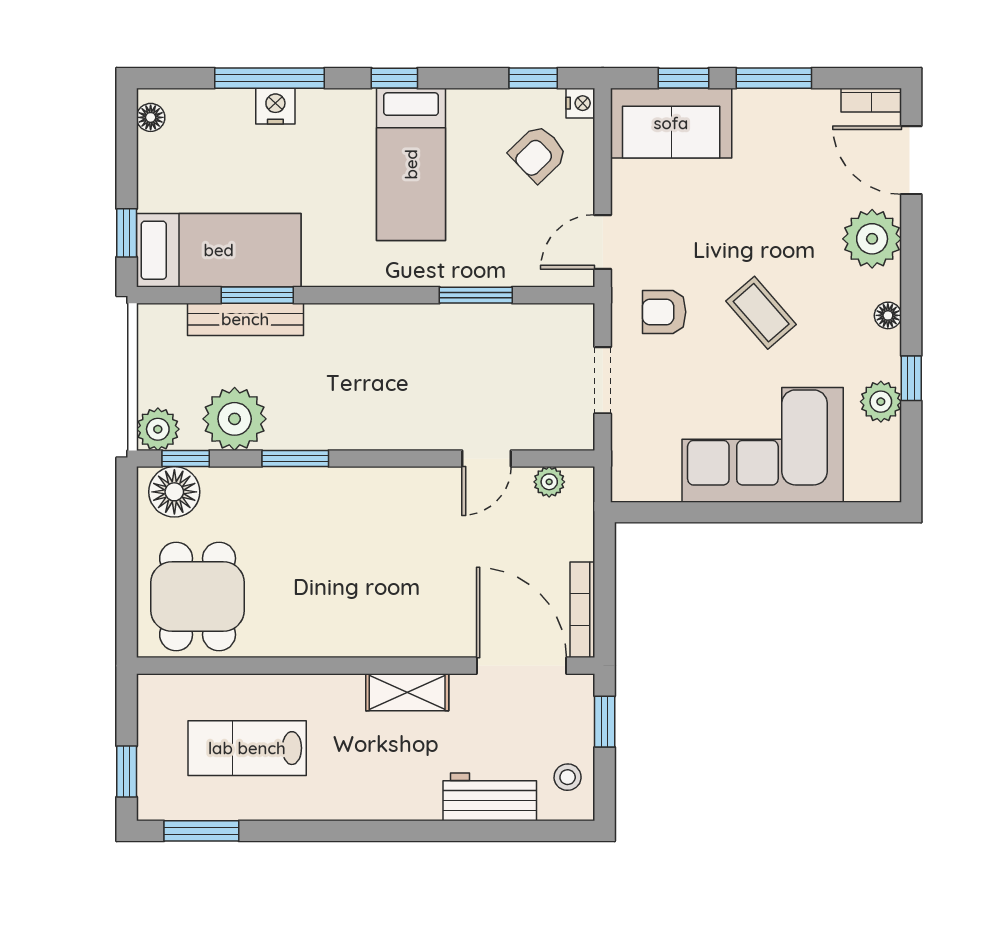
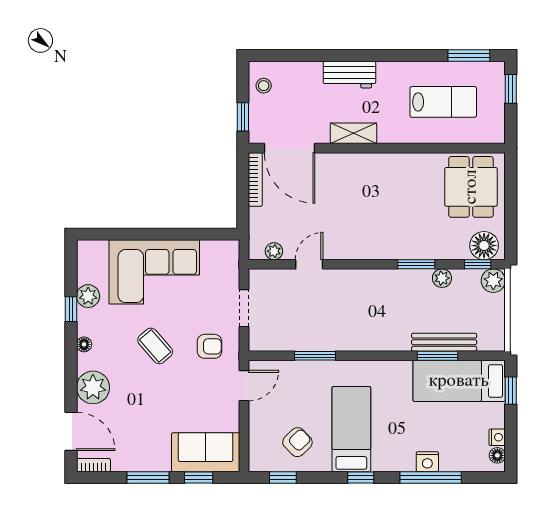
nightstand: (580, 103) -> (497, 437), moved, turned 180
armchair: (538, 153) -> (297, 442), moved
plant: (235, 419) -> (442, 278), width x0.53, depth x0.53
workbench: (490, 797) -> (349, 75), moved

